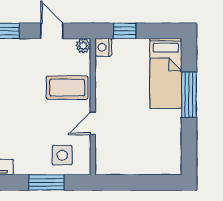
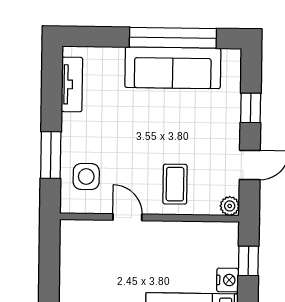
nightstand: (103, 47) -> (228, 280), moved, turned 90
coffee table: (67, 88) -> (175, 184), width x0.73, depth x0.77

